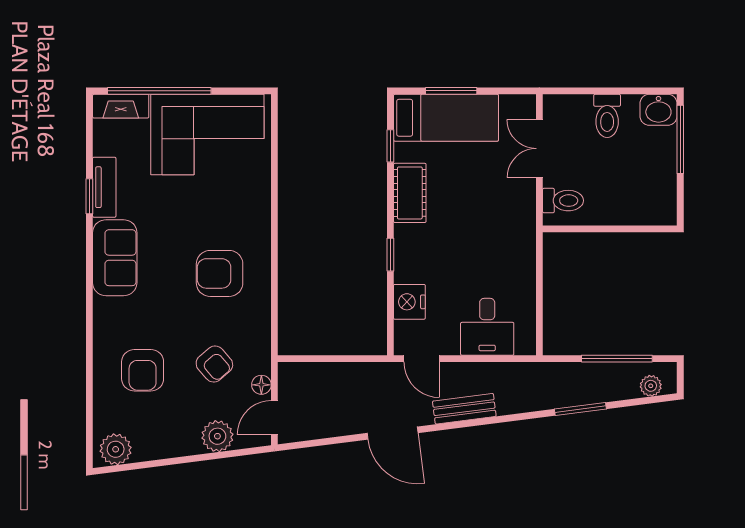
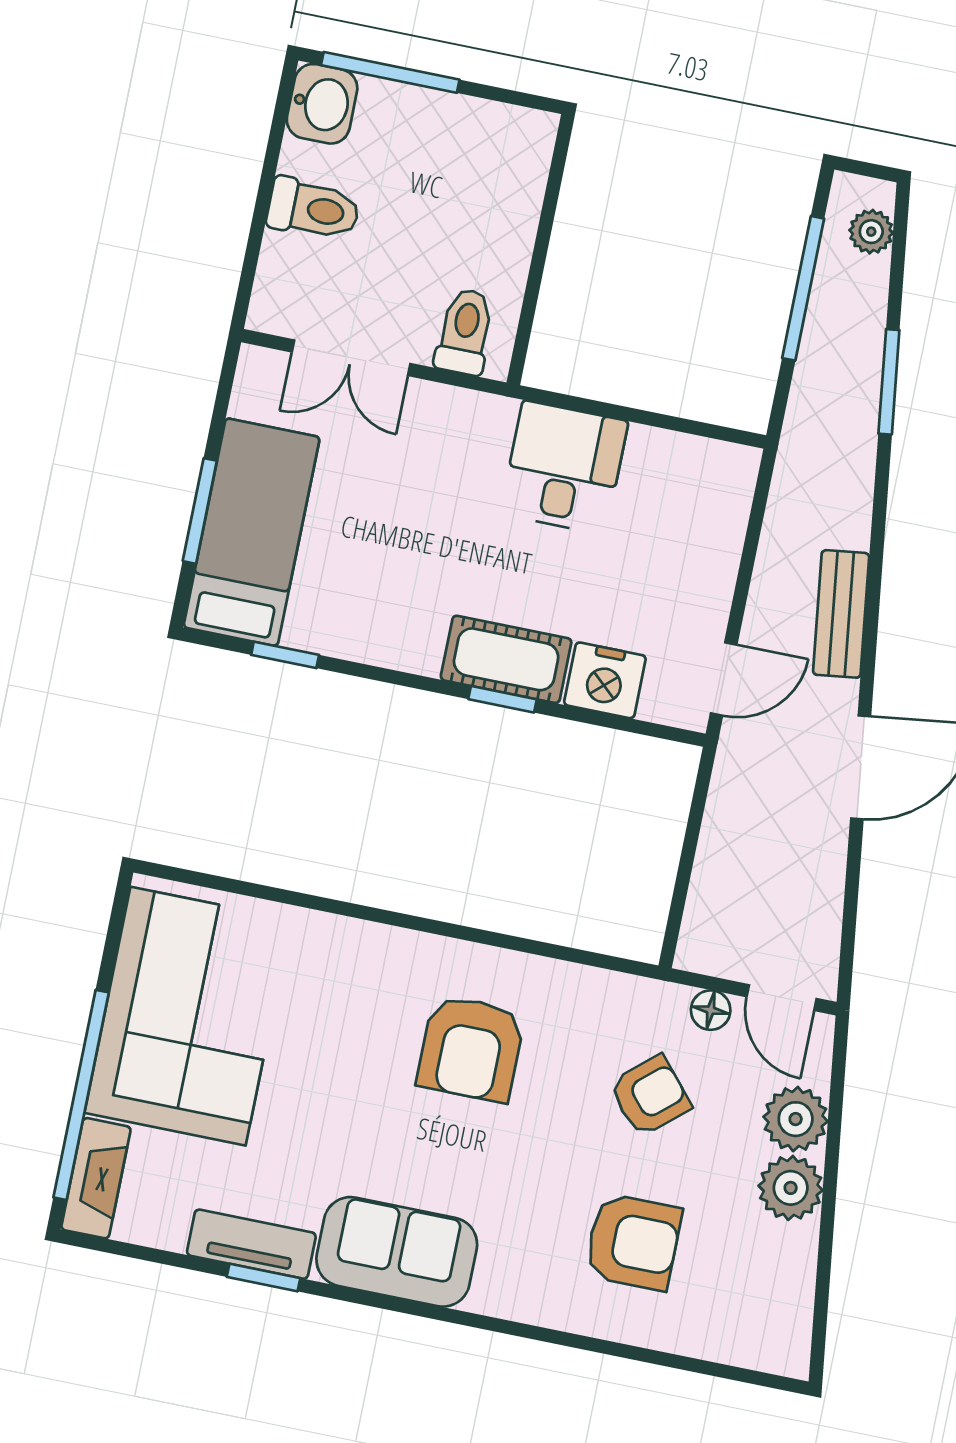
cot: (410, 193) -> (506, 659), moved
desk: (487, 327) -> (564, 468), moved, turned -90
plant: (116, 449) -> (791, 1188), moved

